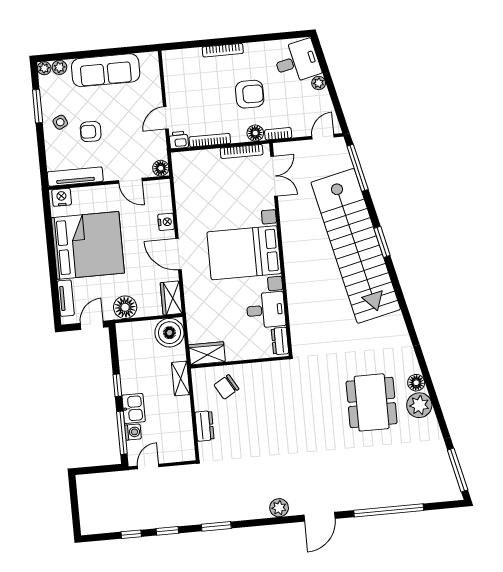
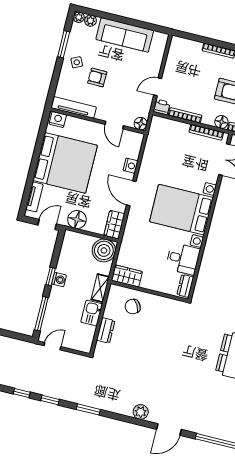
kitchen sink: (134, 408) -> (92, 313), moved, turned 180
washing machine: (133, 432) -> (59, 280), moved

